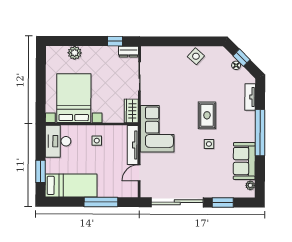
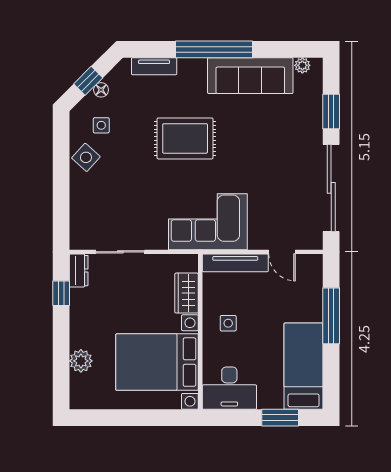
wardrobe: (131, 111) -> (187, 293), moved, turned 90
rug: (207, 115) -> (185, 138), width x1.36, depth x1.43
side table: (209, 144) -> (101, 125), moved
sofa: (244, 161) -> (250, 76), width x1.36

